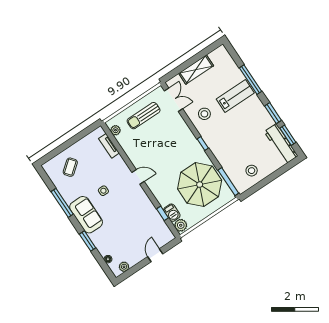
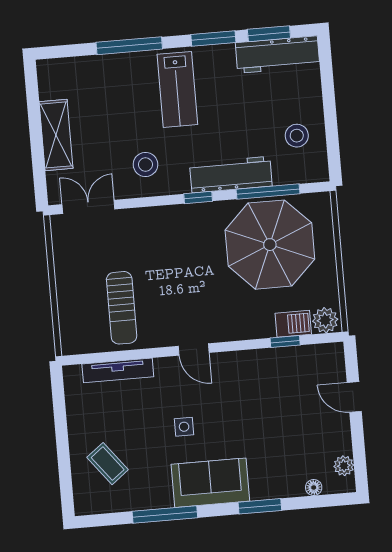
lab bench: (235, 96) -> (177, 89), moved, turned 180
sun lounger: (144, 116) -> (122, 308), moved
plant: (116, 130) -> (86, 344), removed
tv unit: (109, 146) -> (118, 370), width x1.41
workbench: (220, 152) -> (231, 175), added
door: (138, 177) -> (194, 349), swing flipped
window: (228, 182) -> (268, 191), moved

